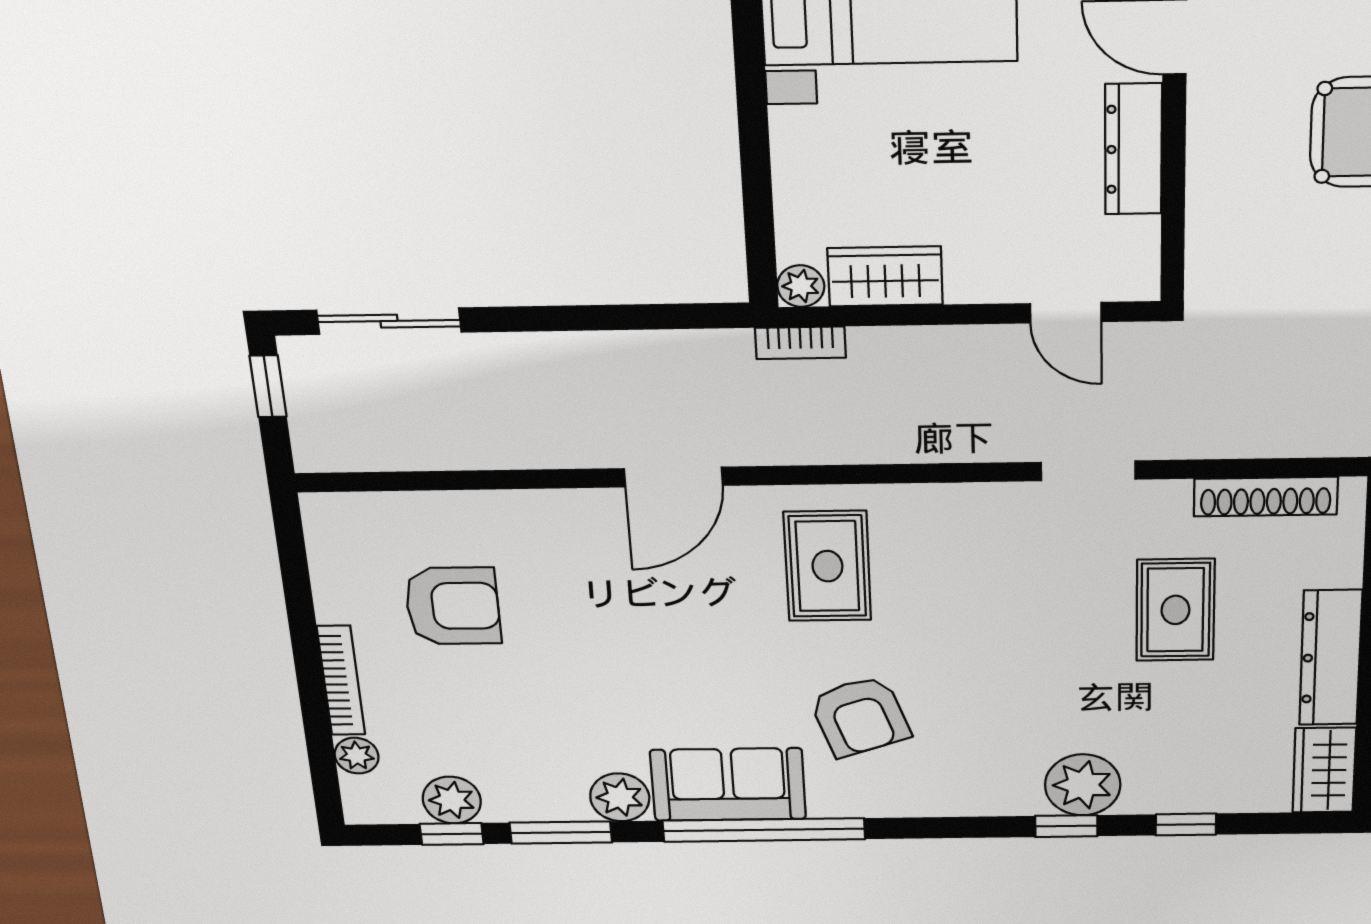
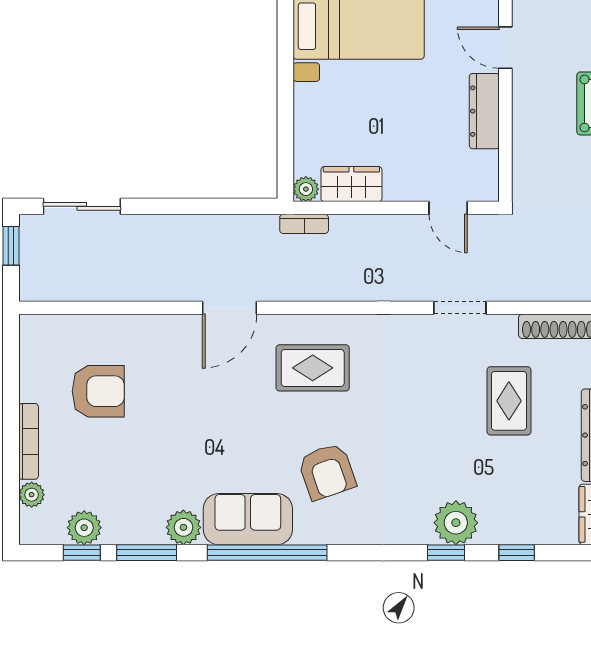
rug: (827, 566) -> (313, 368), turned 90

